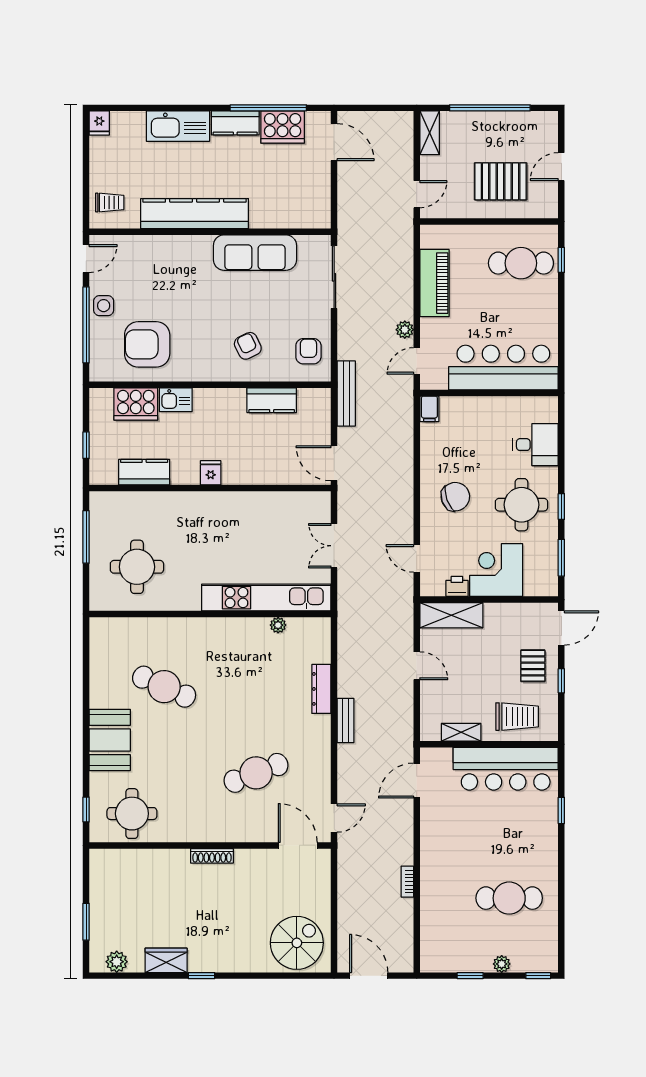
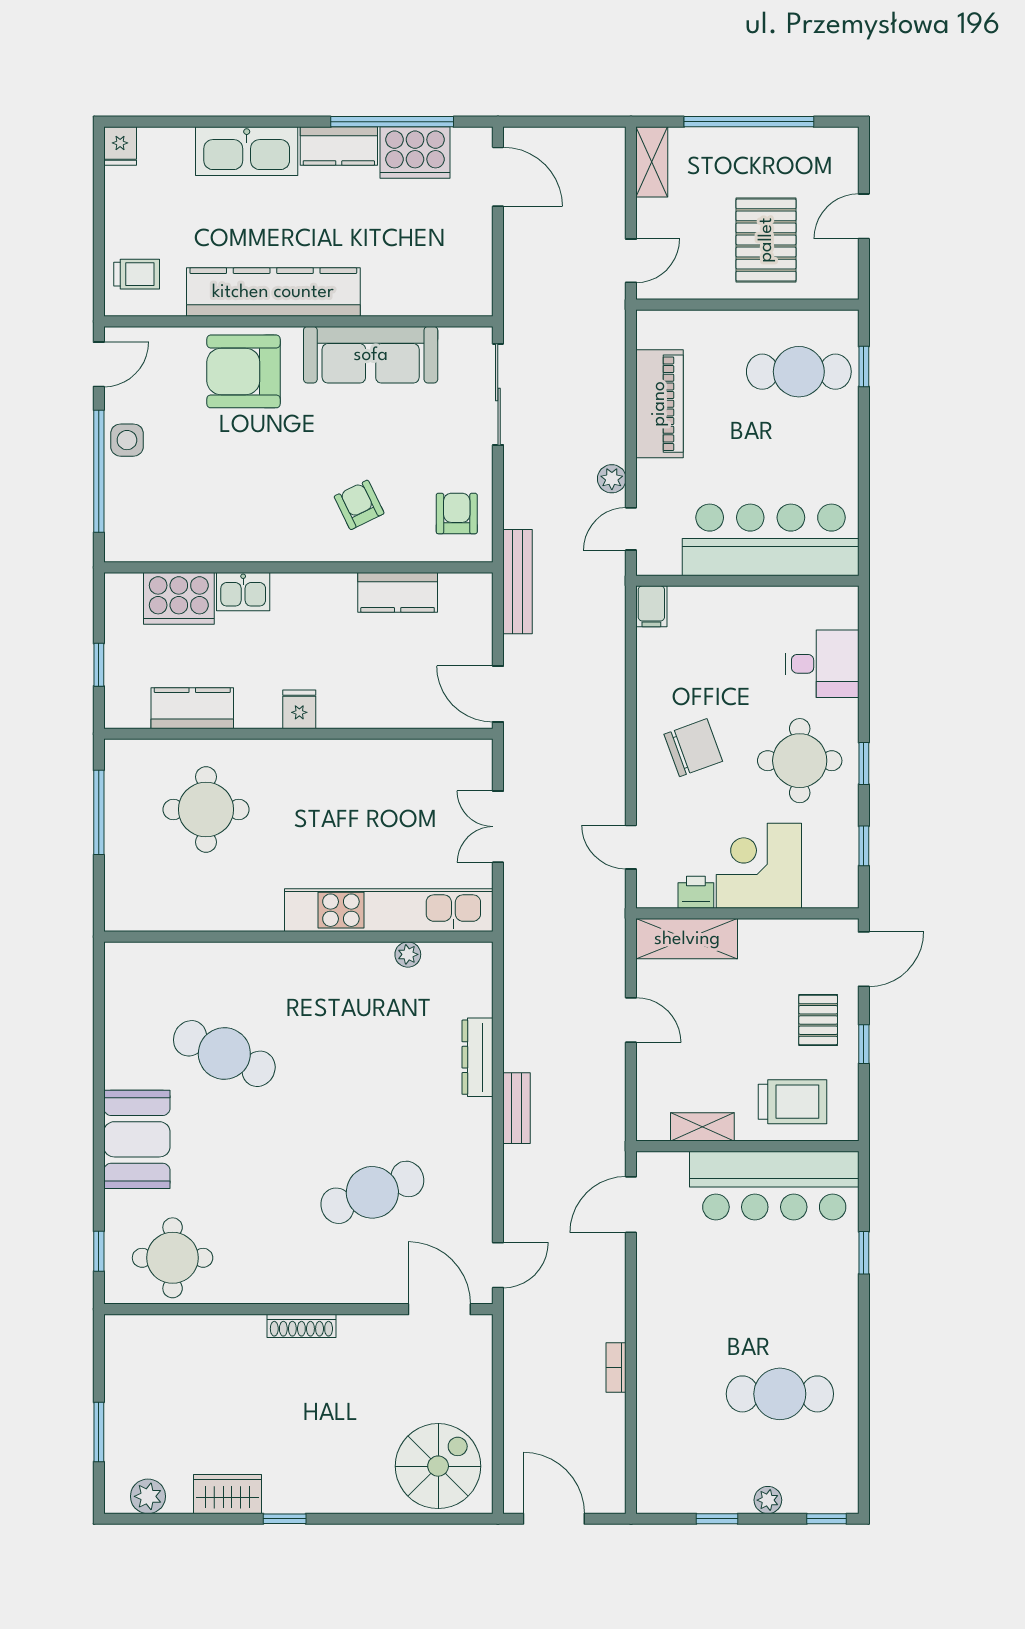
pallet: (501, 181) -> (766, 240), turned 90
armchair: (147, 344) -> (243, 371), moved
window: (561, 558) -> (864, 846), width x0.67
round table: (137, 567) -> (206, 809), moved

